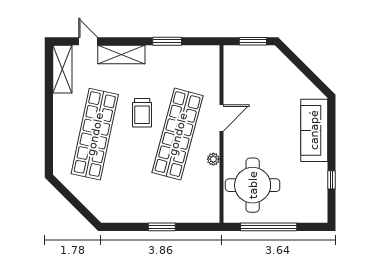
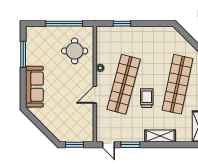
door: (88, 41) -> (109, 145), moved
window: (331, 180) -> (23, 54), width x2.17
round table: (253, 185) -> (75, 51), width x0.73, depth x0.73
window: (162, 227) -> (122, 24), moved

